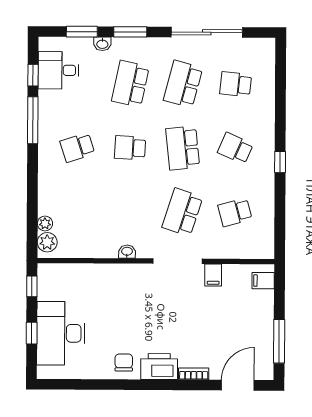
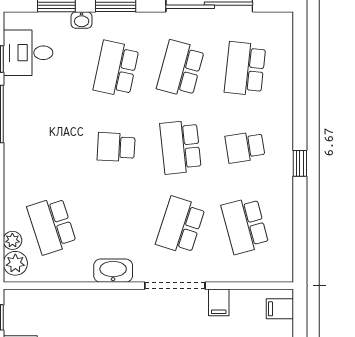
school desk: (236, 84) -> (245, 69), width x1.85
school desk: (77, 147) -> (52, 225), moved, width x1.85
school desk: (235, 148) -> (245, 147), turned -33
school desk: (235, 212) -> (245, 225), width x1.85
washbasin: (127, 252) -> (113, 271), width x1.91, depth x1.45

